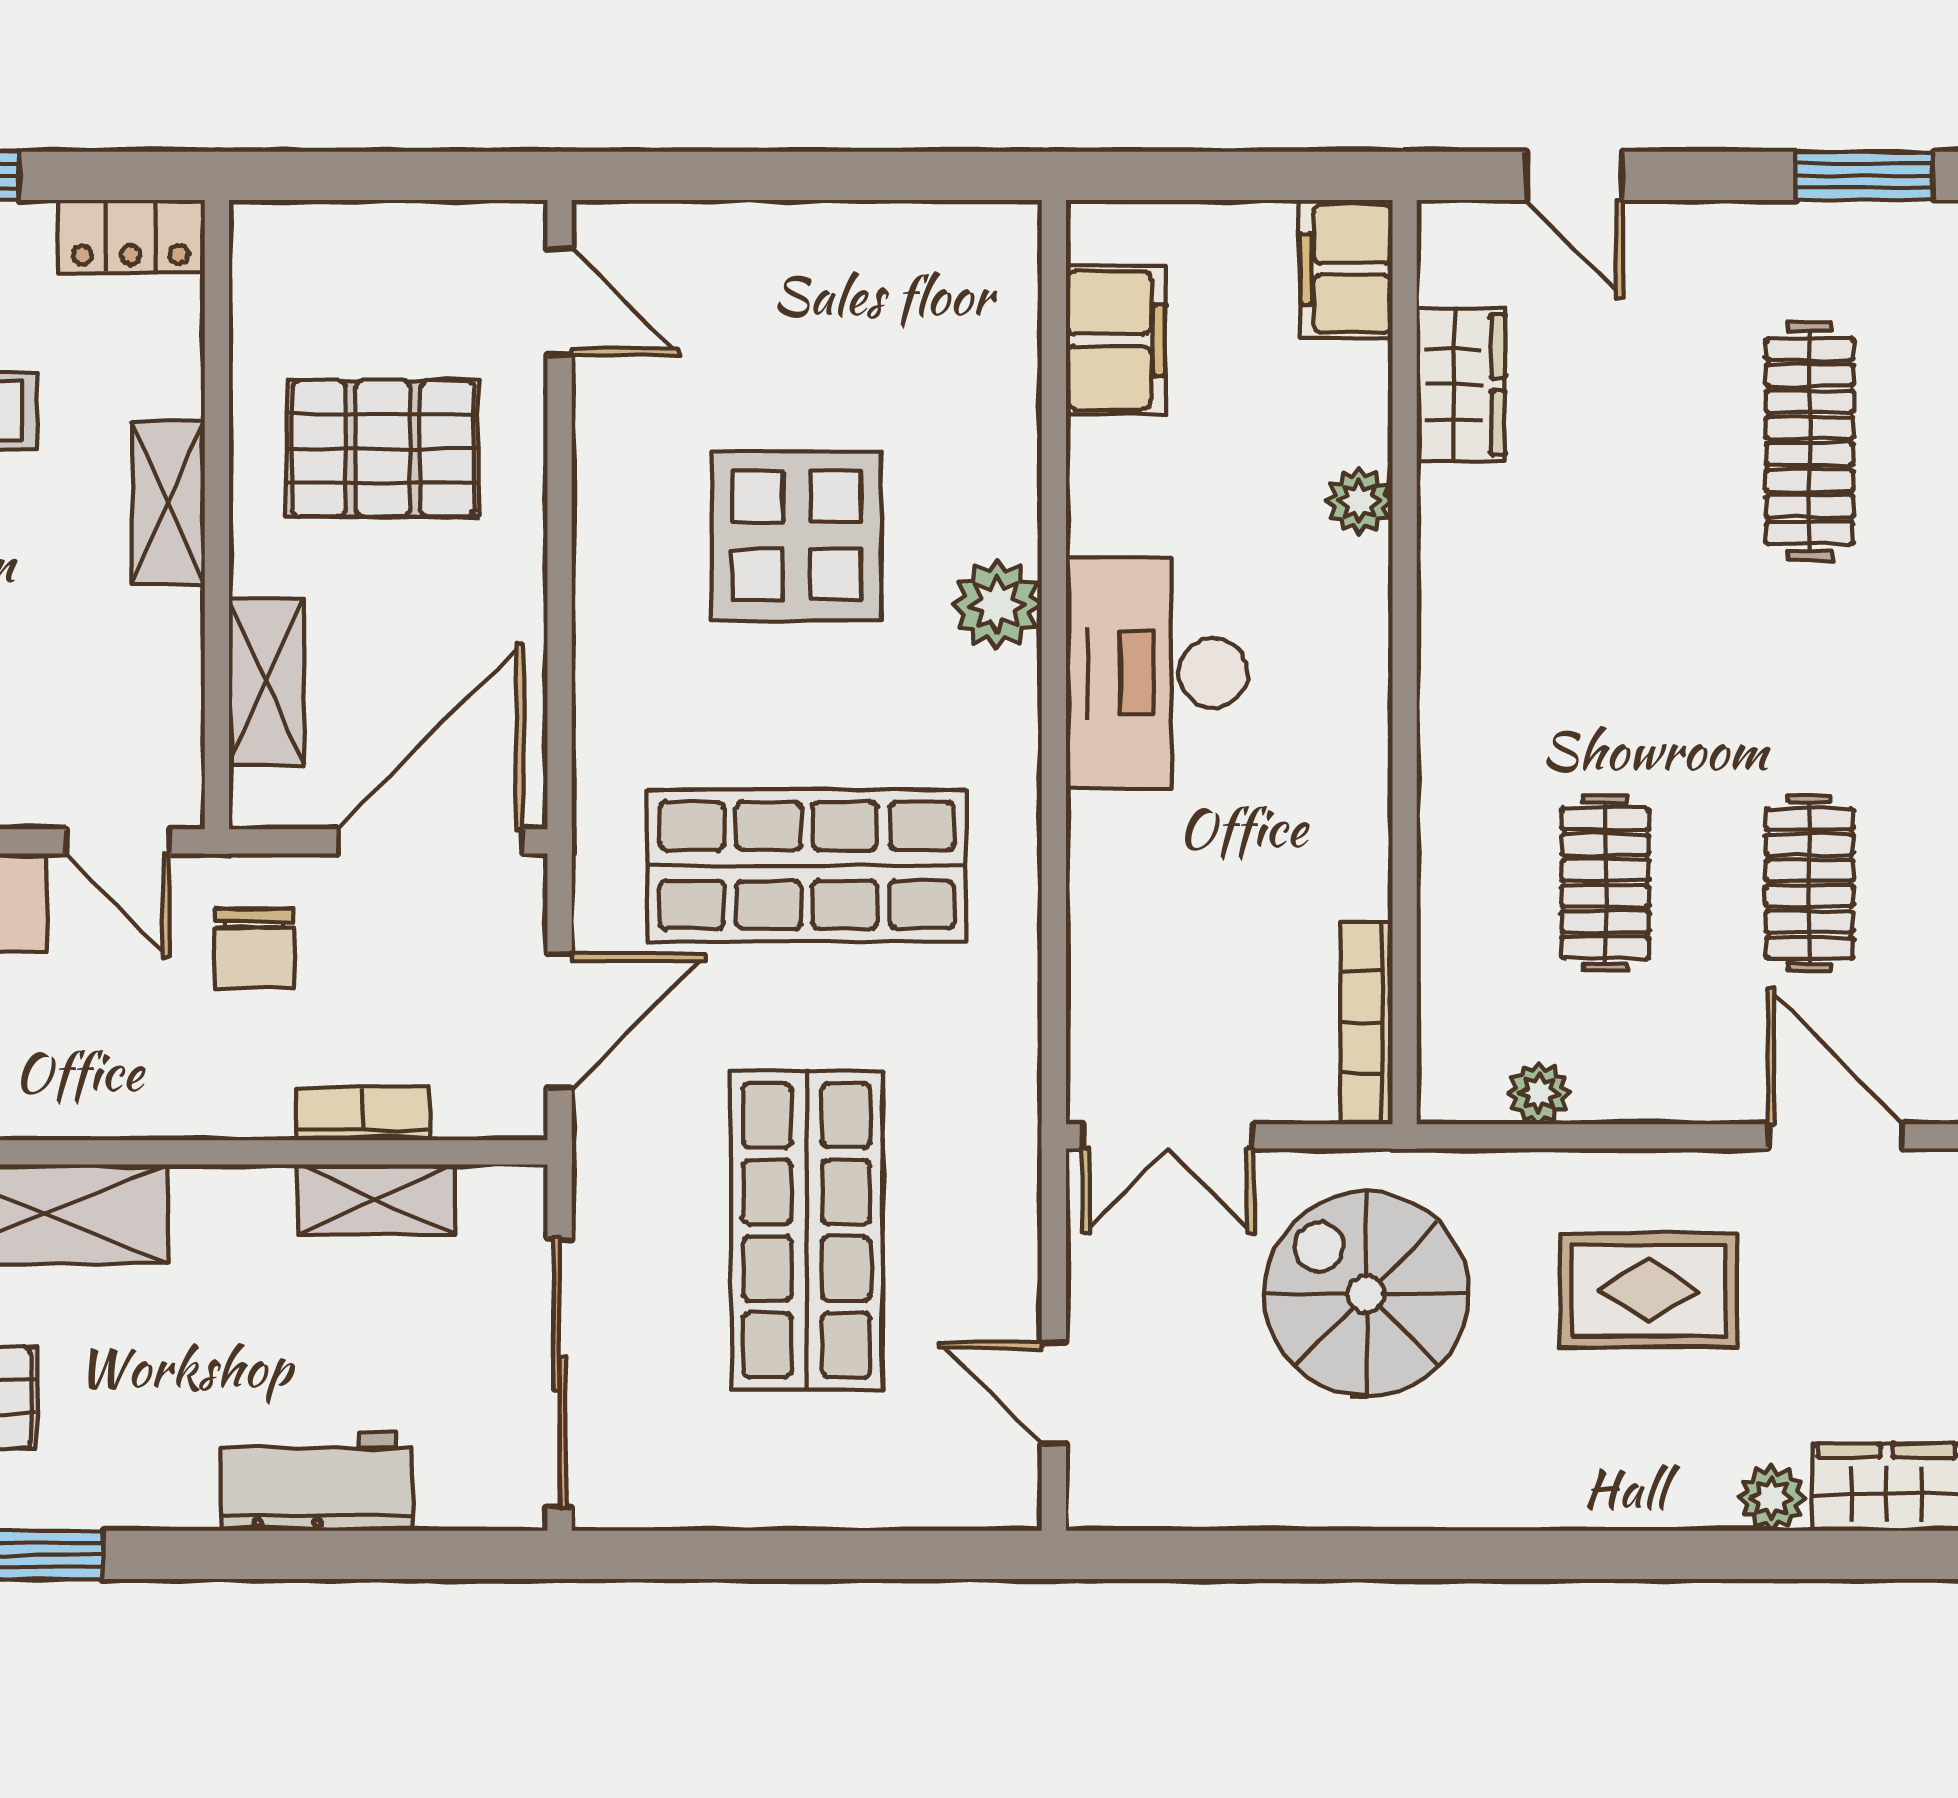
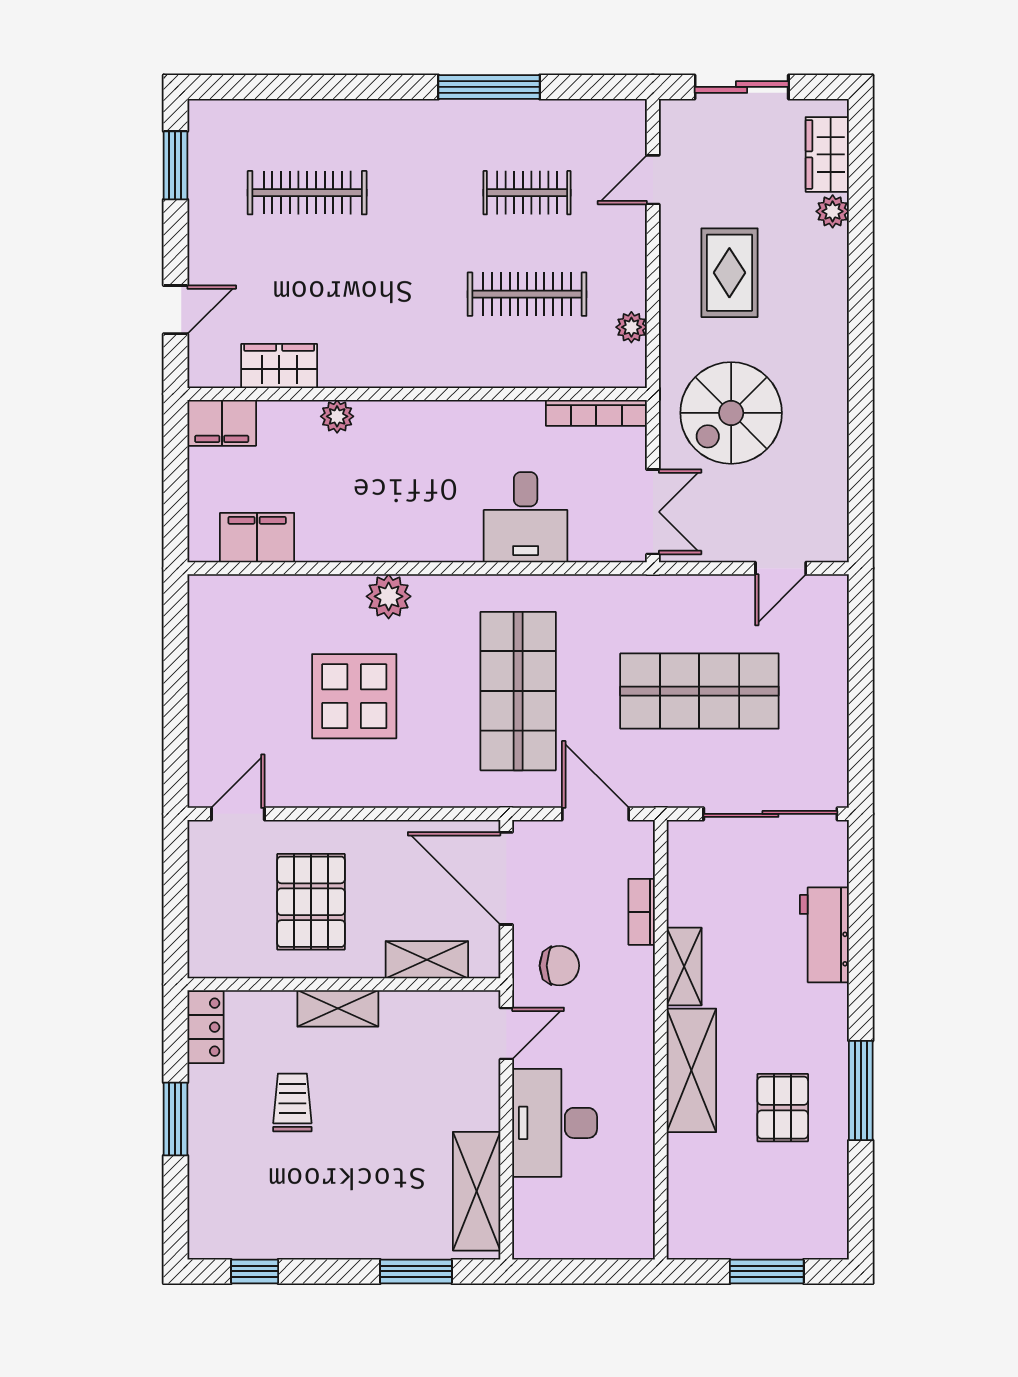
desk: (1157, 673) -> (526, 517), moved, width x0.73
clothes rail: (1605, 883) -> (527, 294), width x1.36
door: (1836, 1136) -> (653, 180), width x0.73
shelving: (377, 1199) -> (684, 967), moved

